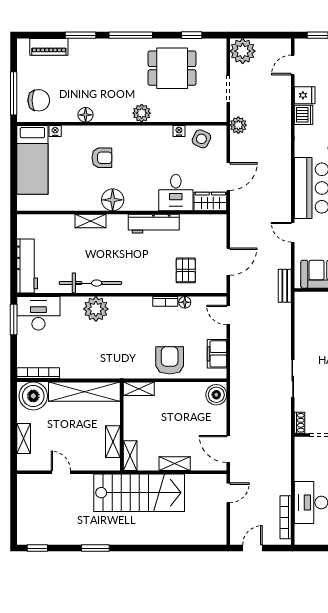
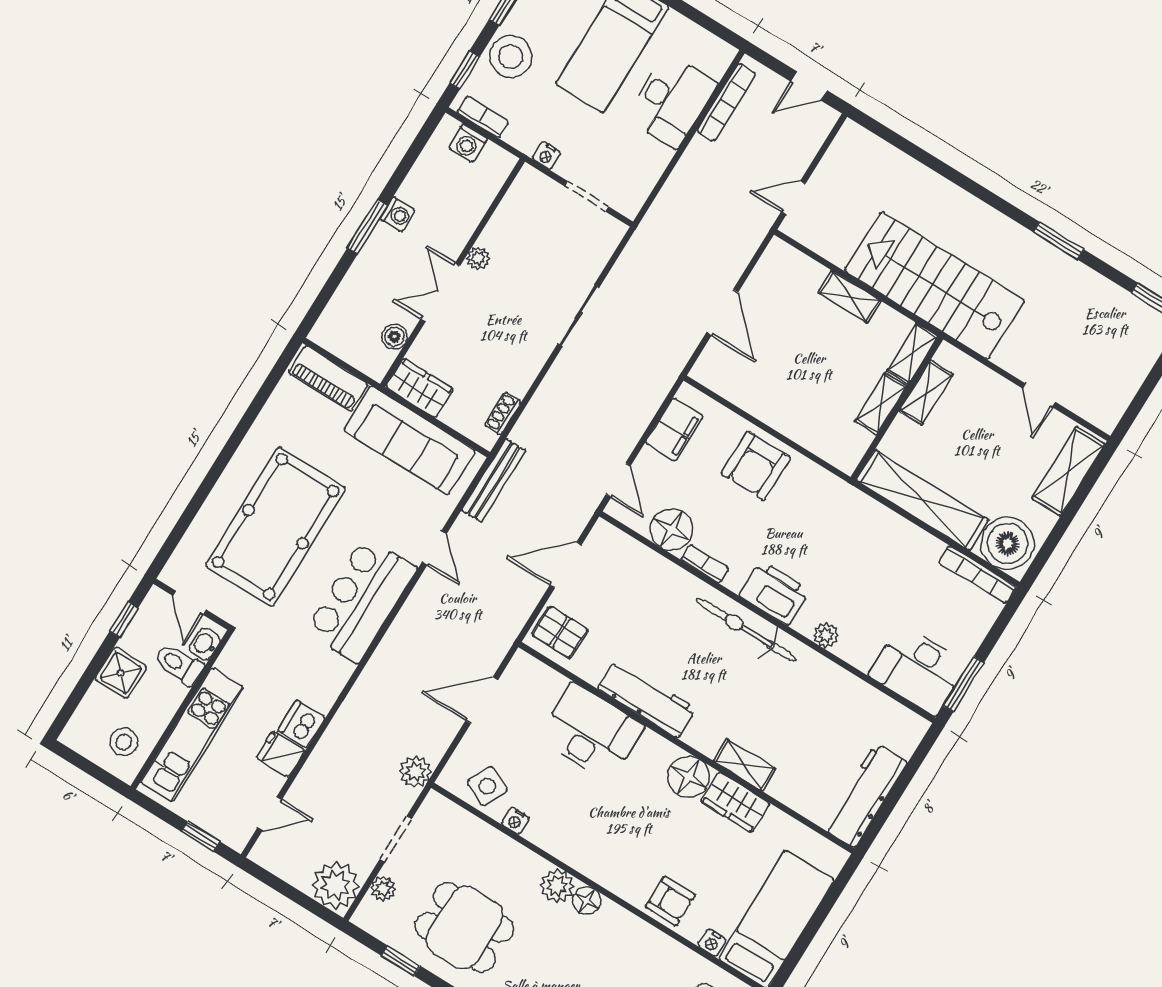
plant: (220, 63) -> (383, 889), added
floor lamp: (86, 115) -> (587, 901), moved
armchair: (102, 158) -> (670, 901), moved, turned 180
desk: (176, 193) -> (591, 732), width x1.37
wardrobe: (210, 201) -> (735, 802), moved
workbench: (27, 266) -> (865, 795), moved
pallet: (186, 270) -> (560, 632), moved, turned 90
bicycle: (90, 283) -> (746, 630), moved
bench: (285, 286) -> (494, 480), width x1.36
floor lamp: (185, 302) -> (671, 529), width x1.89, depth x1.89
printer: (125, 308) -> (774, 593), added
plant: (96, 309) -> (826, 635), width x0.53, depth x0.53
shelving: (139, 389) -> (881, 404), moved, turned 90
boiler: (216, 395) -> (716, 365), removed
shoe rack: (300, 423) -> (503, 413), moved
shelving: (24, 438) -> (1068, 471), width x1.50, depth x1.33
door: (228, 449) -> (722, 312), moved

